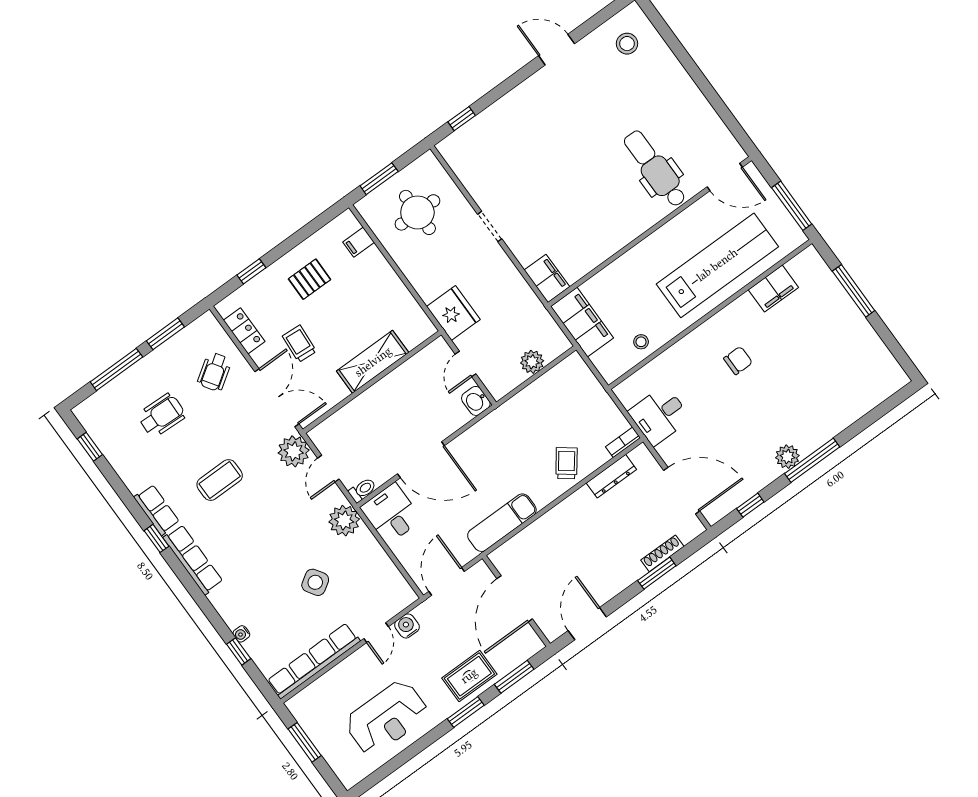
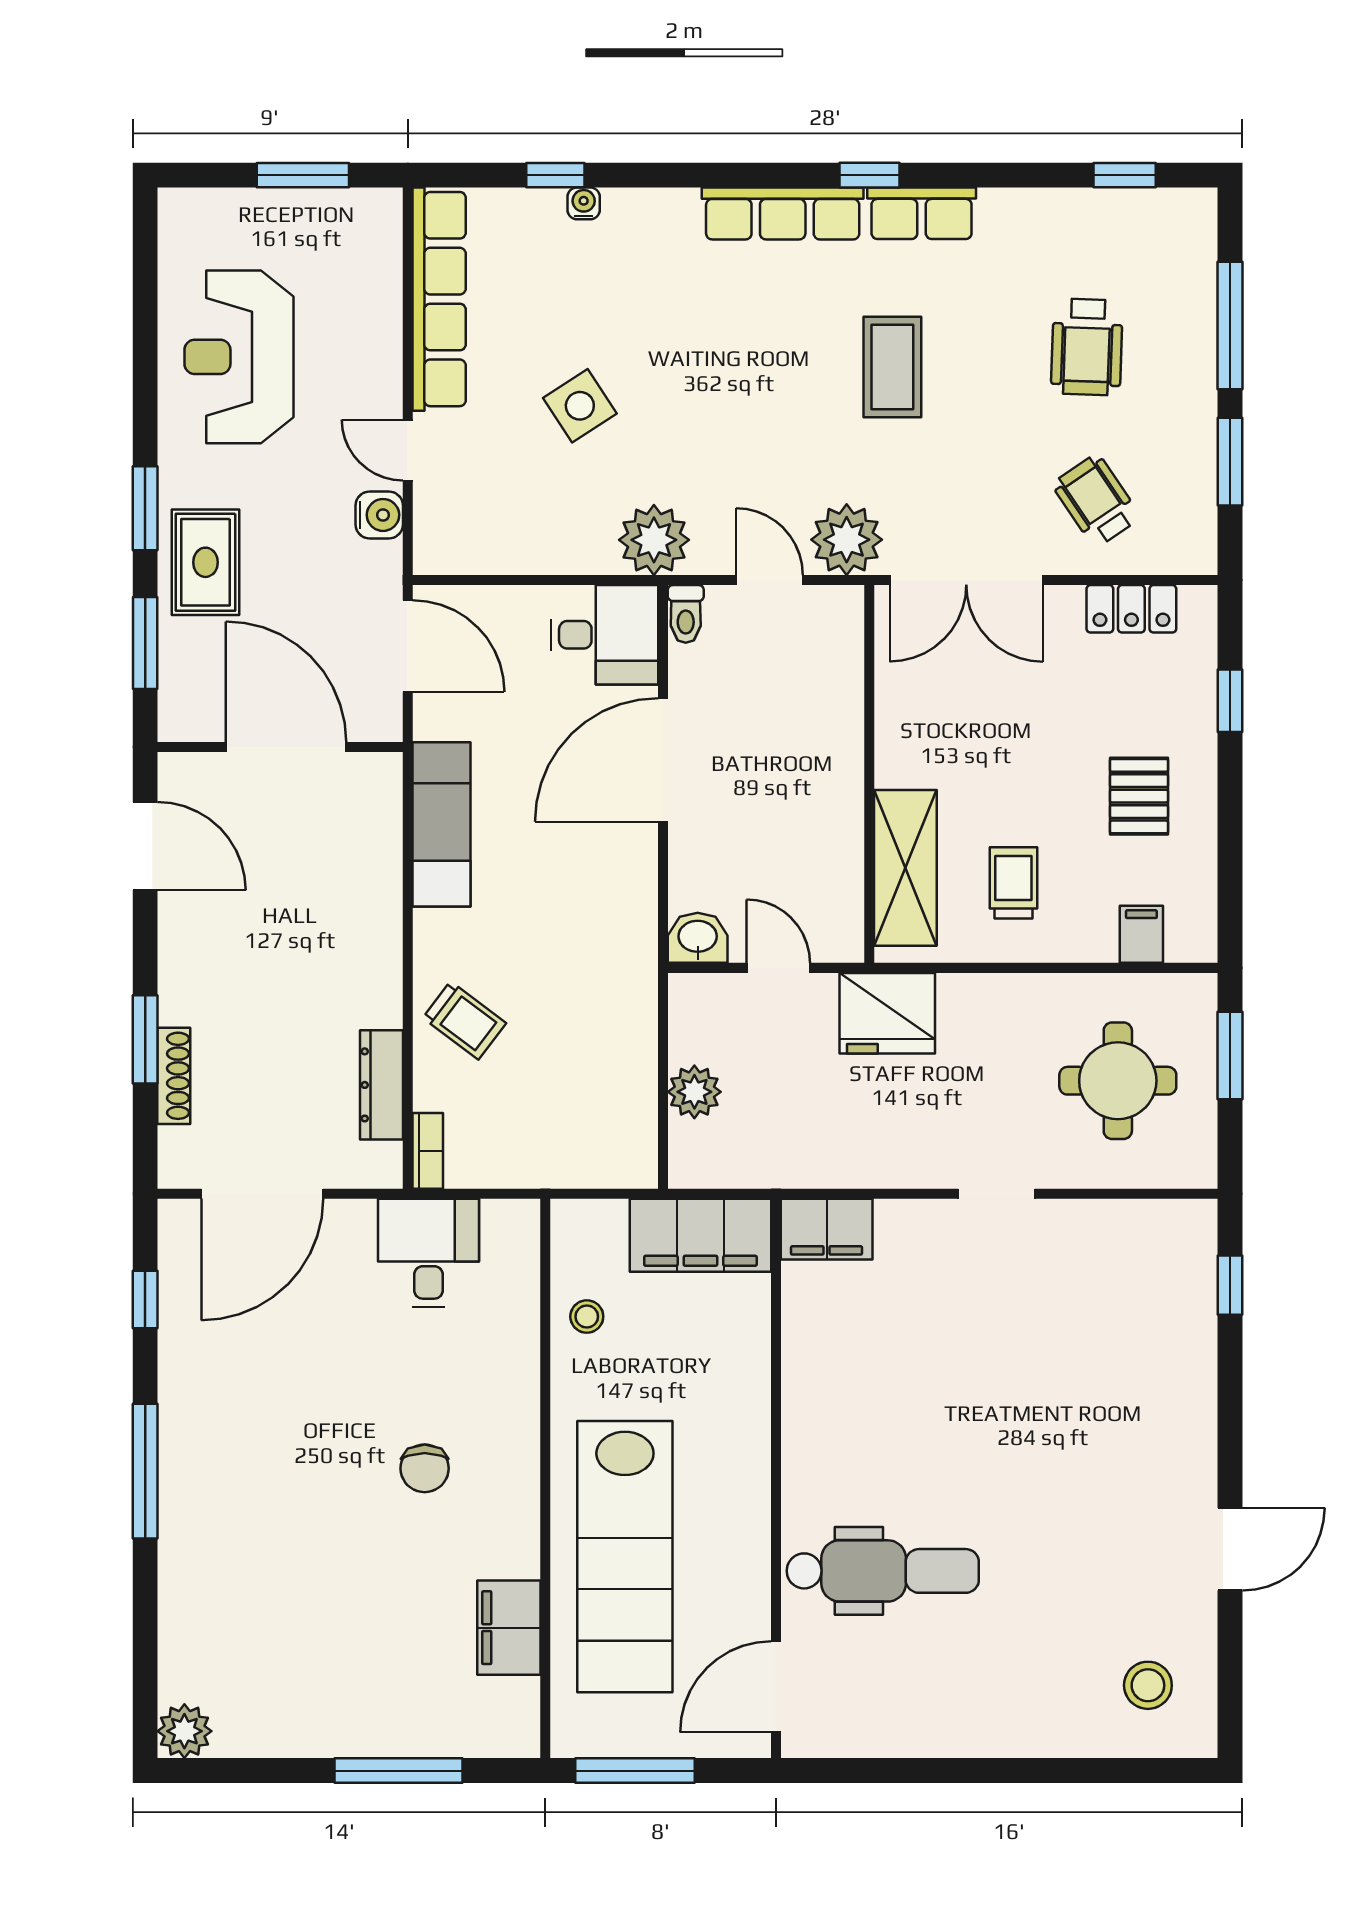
trolley: (299, 344) -> (1013, 883), moved, turned -94
shelving: (373, 362) -> (905, 868), moved
plant: (787, 457) -> (184, 1731), moved

